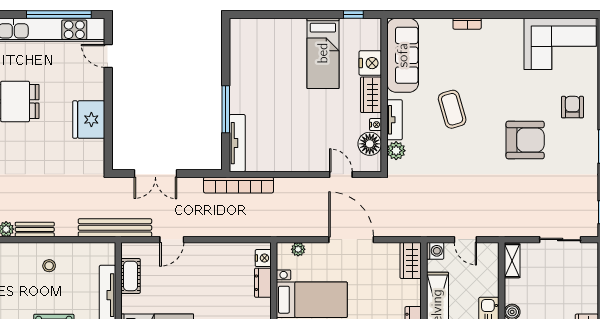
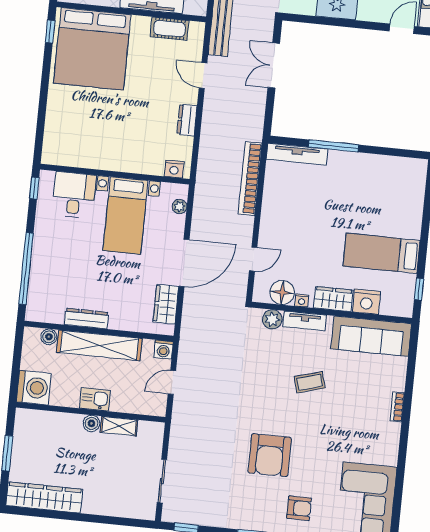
coffee table: (452, 109) -> (310, 382), width x0.73, depth x0.77
bookcase: (238, 185) -> (250, 179), moved
wardrobe: (411, 260) -> (166, 304), moved, turned -90
shelving: (512, 261) -> (119, 426), moved
dresser: (263, 283) -> (187, 120), moved, turned -90

